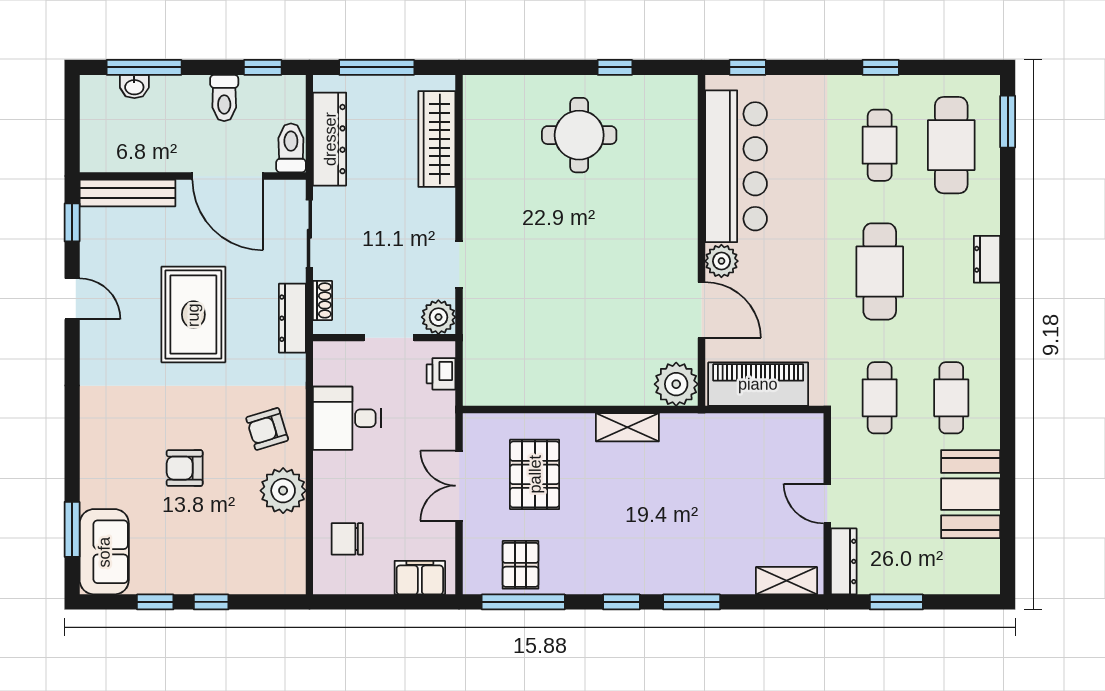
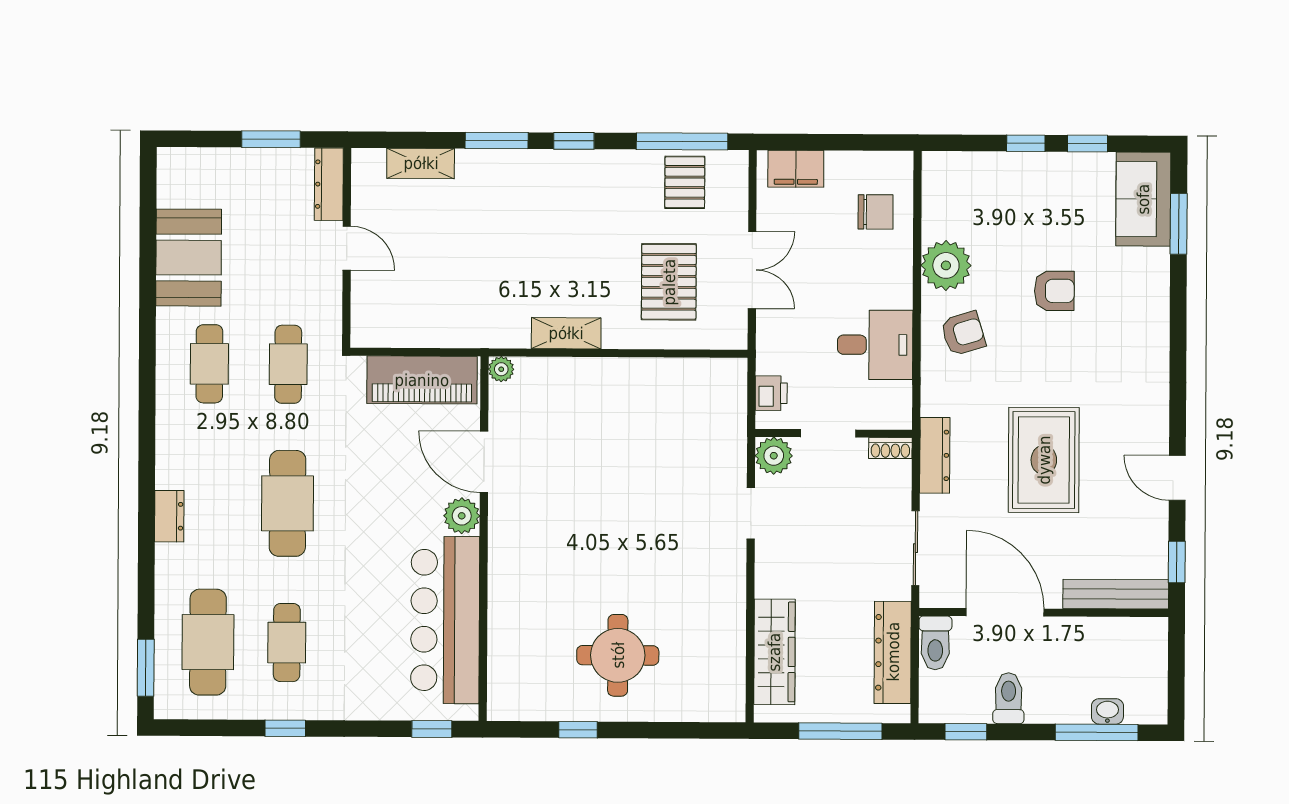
shoe rack: (323, 300) -> (890, 448), moved, turned -90
plant: (676, 384) -> (501, 369), width x0.53, depth x0.53
shelving: (787, 581) -> (421, 163), moved

